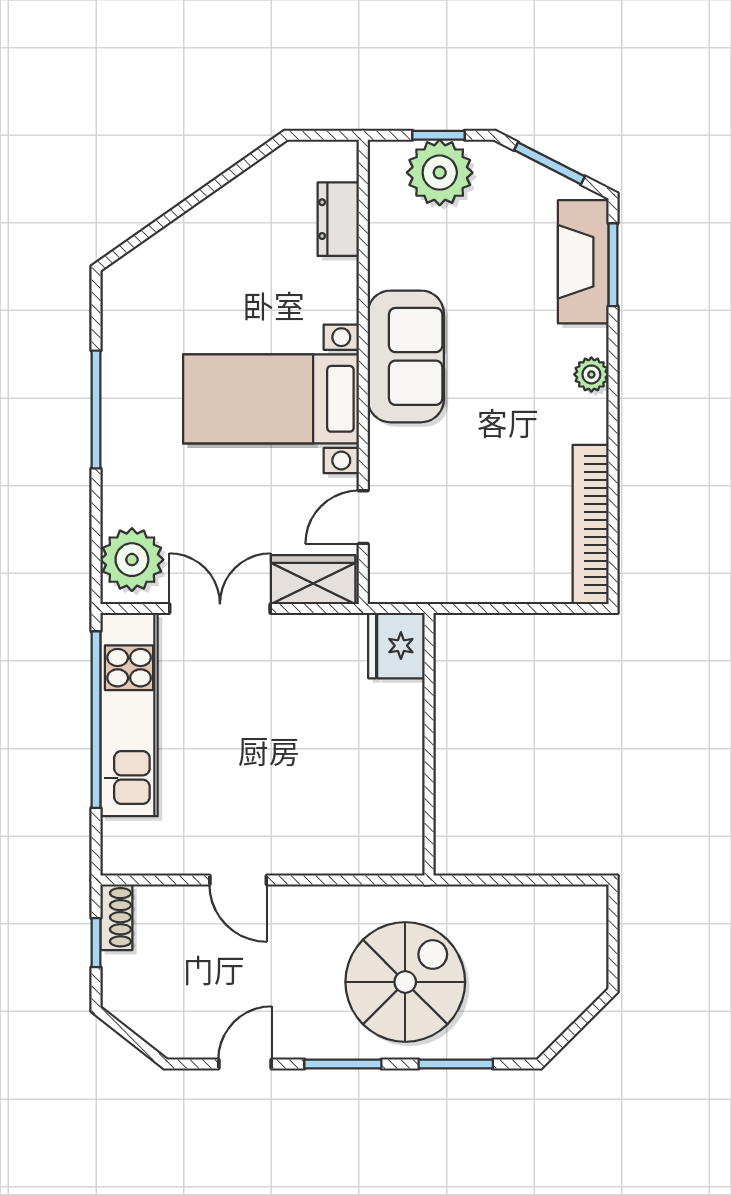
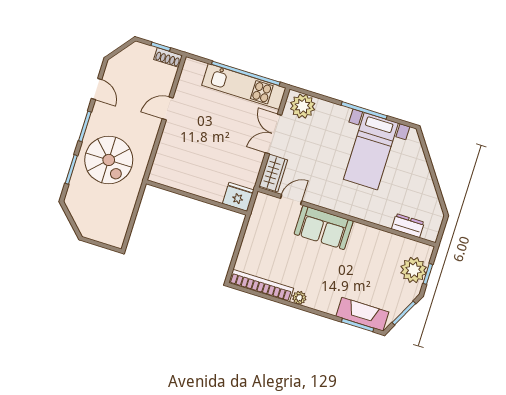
sofa: (406, 356) -> (324, 228), moved
plant: (591, 374) -> (299, 298), moved
bed with nightstands: (271, 399) -> (371, 151), moved, turned 180
door: (363, 517) -> (291, 200), hinge flipped
double door: (220, 608) -> (273, 134), swing flipped

